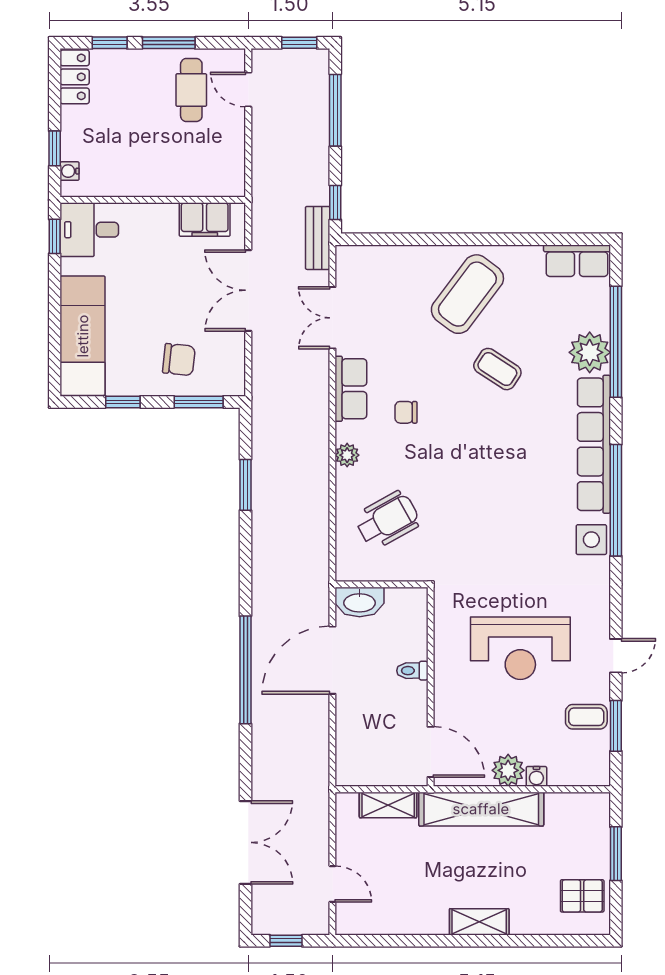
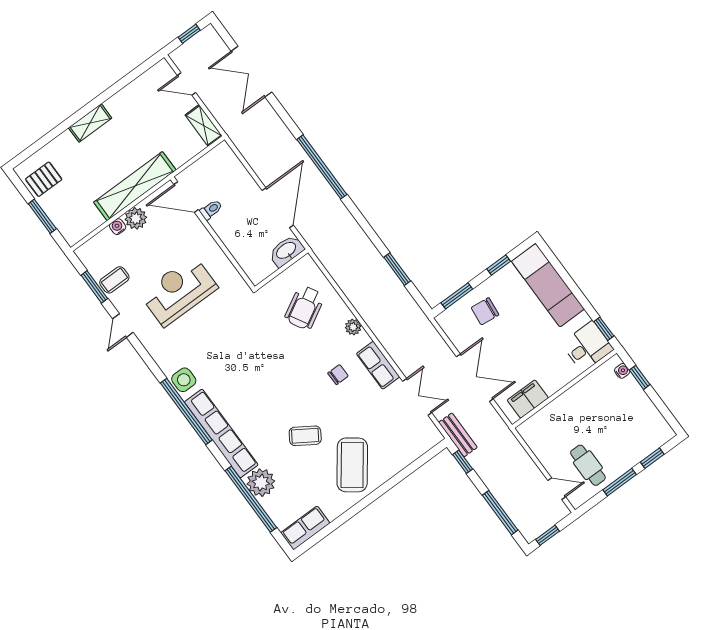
locker: (75, 77) -> (658, 425), removed
toilet: (412, 671) -> (211, 210), moved
shelving: (388, 805) -> (204, 125), moved, turned 90

